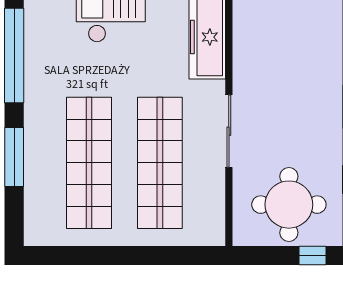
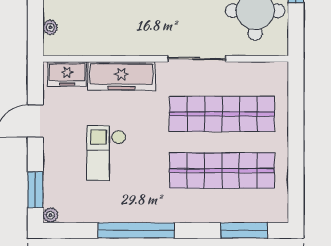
window: (14, 157) -> (244, 230), moved

